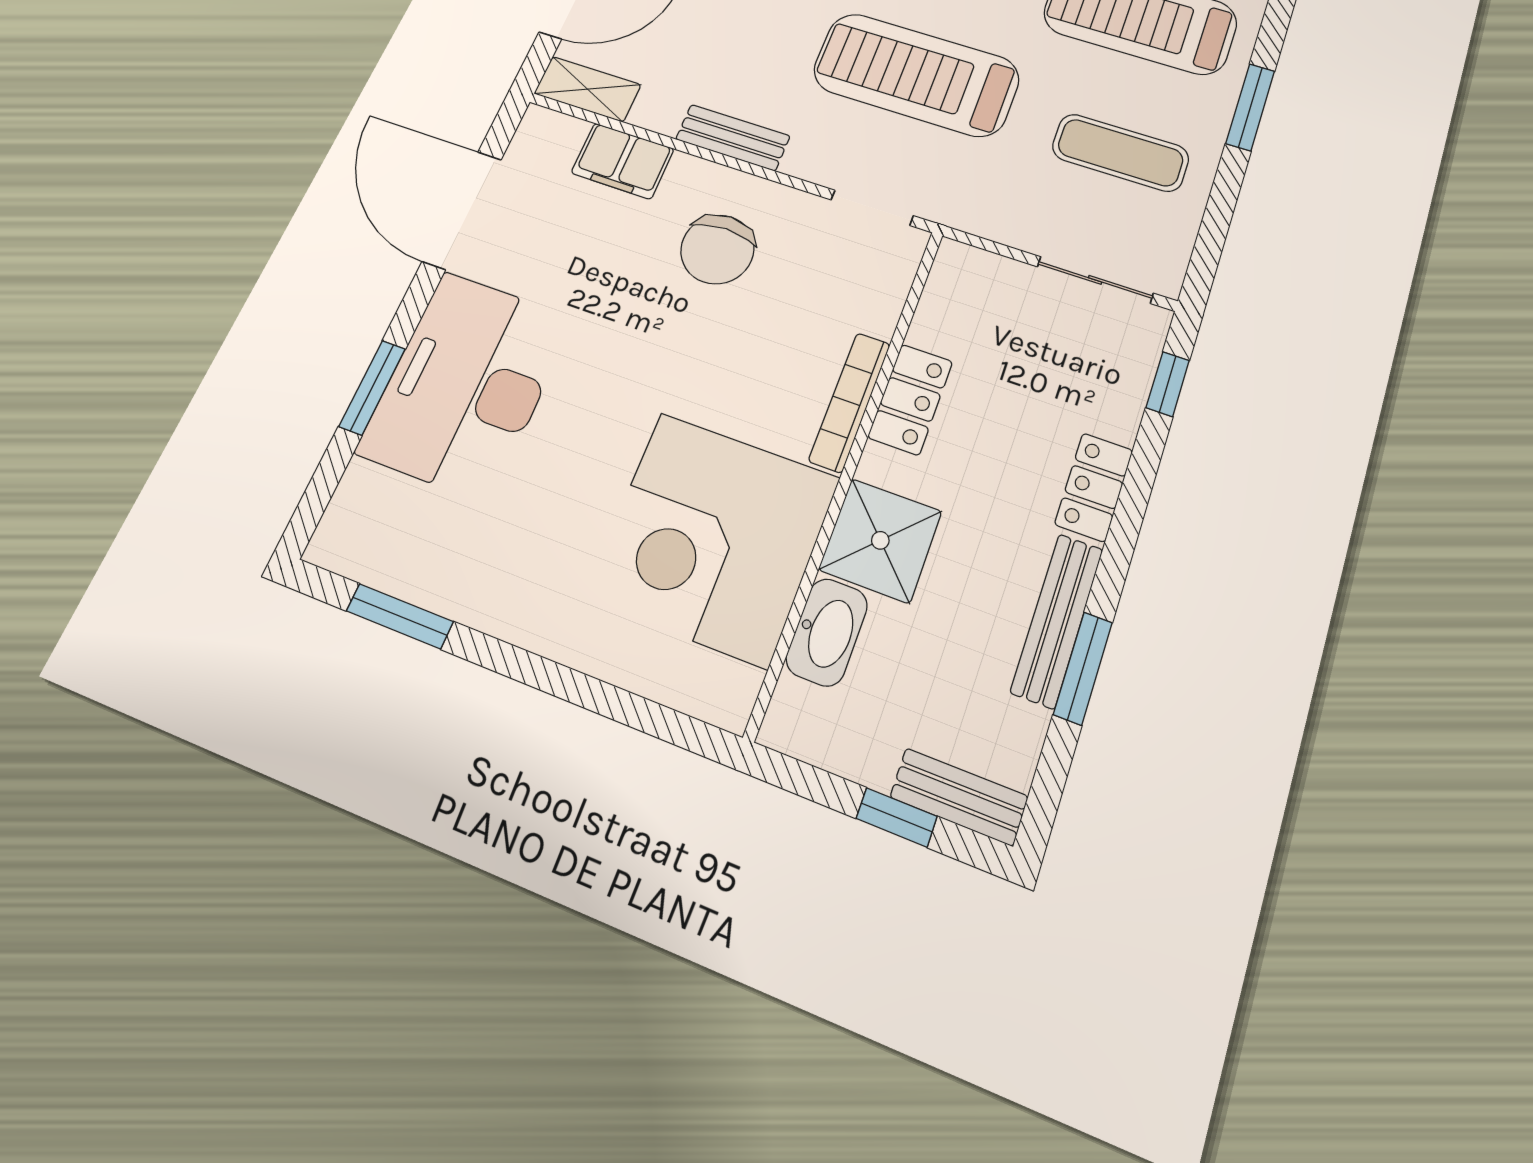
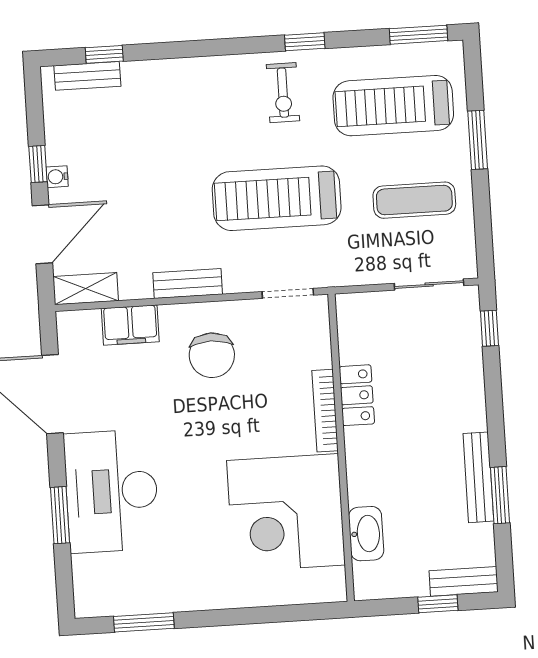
locker: (1094, 487) -> (471, 401), removed
shower: (880, 540) -> (373, 476), removed

